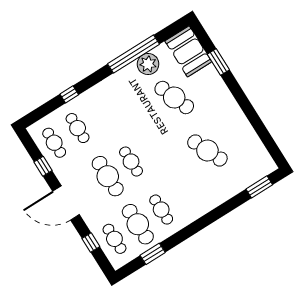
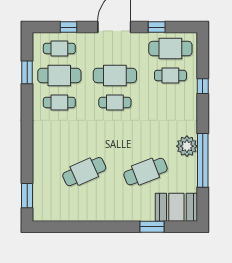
plant: (148, 64) -> (187, 146), moved
cafe table: (54, 143) -> (170, 49), width x1.37, depth x1.35

